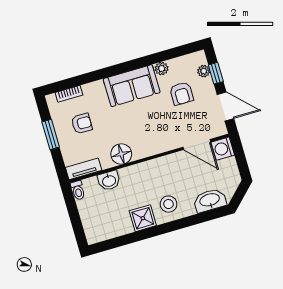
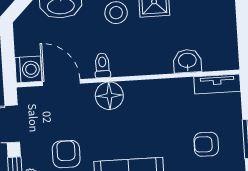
floor lamp: (121, 154) -> (109, 96), moved
toilet: (78, 190) -> (102, 65), moved

